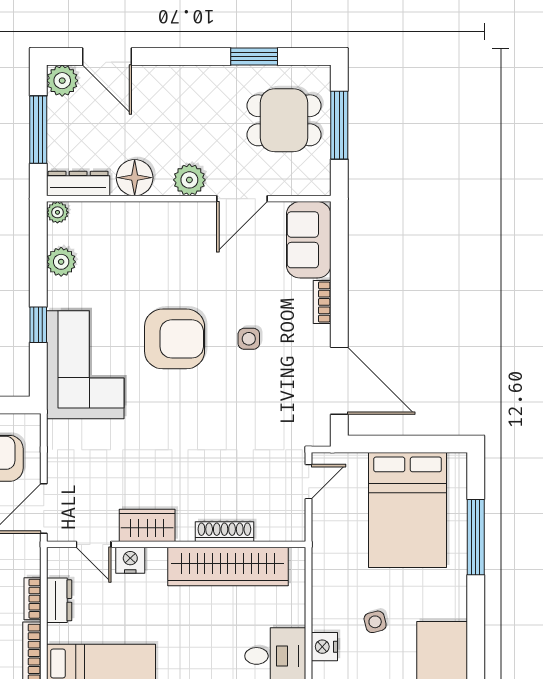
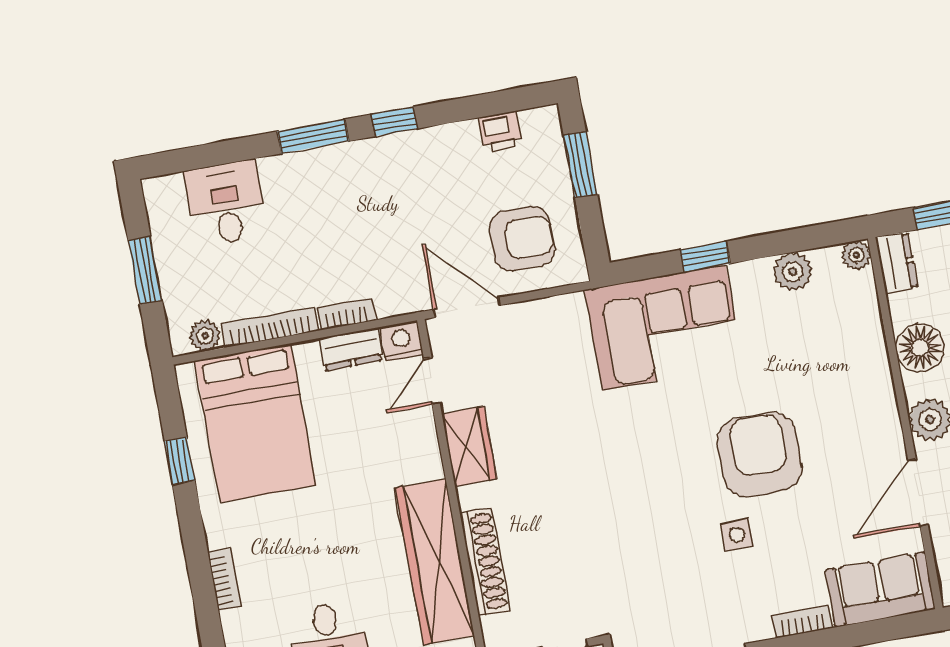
dresser: (78, 184) -> (897, 263), width x0.70
door: (242, 199) -> (918, 493), hinge flipped
armchair: (175, 339) -> (760, 455), moved, turned 180
shoe rack: (224, 532) -> (485, 562), width x1.36, depth x1.24
nightstand: (130, 560) -> (402, 341), moved, turned -90

